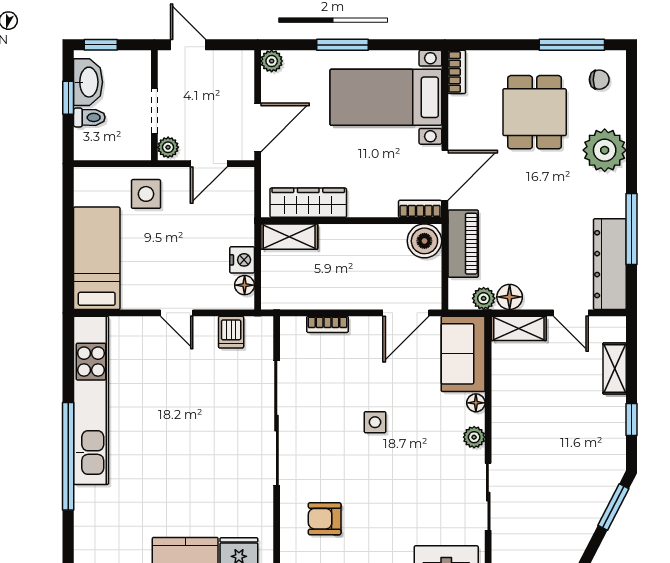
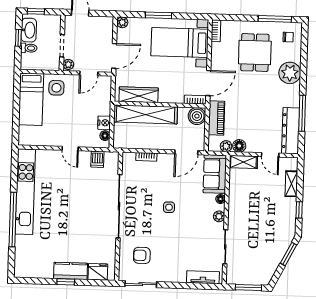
shelving: (289, 237) -> (146, 114), width x2.20, depth x1.33
bed: (97, 258) -> (31, 99), moved, turned 180

